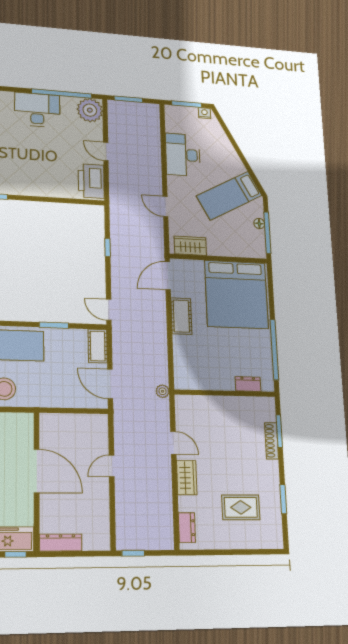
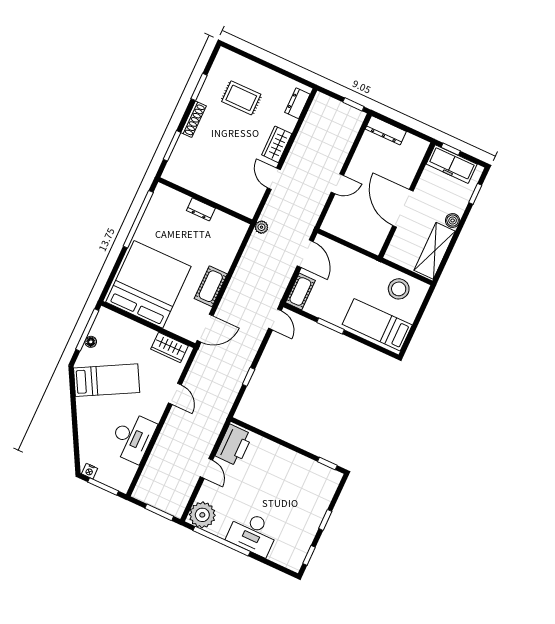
dresser: (248, 384) -> (201, 209), moved
shoe rack: (272, 441) -> (194, 119), moved
dresser: (61, 543) -> (386, 130), moved

